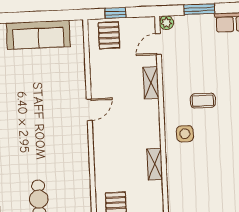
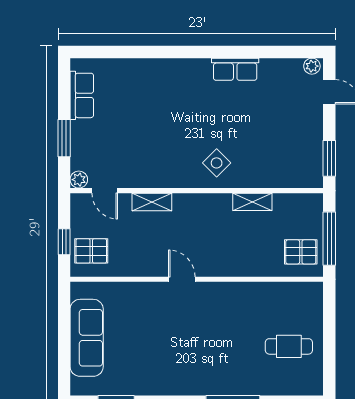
coffee table: (203, 101) -> (177, 139), removed
side table: (185, 134) -> (217, 163), turned 45

